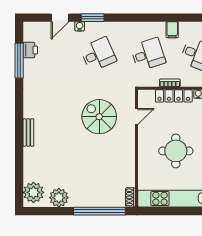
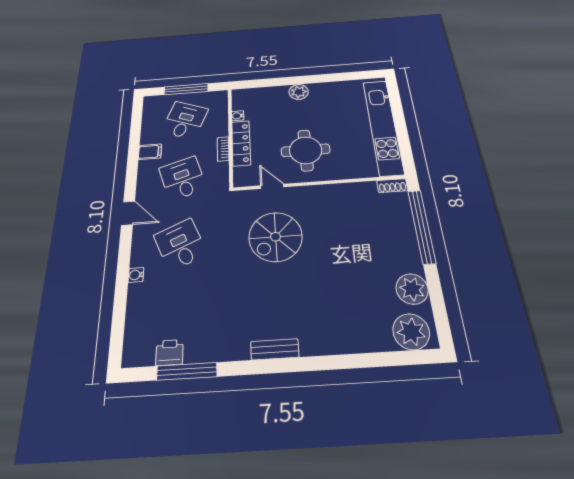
door: (60, 18) -> (128, 213), moved
window: (93, 18) -> (124, 257), removed
bench: (28, 133) -> (275, 349), moved
round table: (176, 151) -> (306, 150), moved

